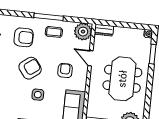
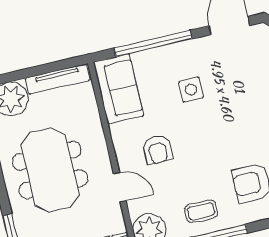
armchair: (30, 68) -> (221, 132), removed

